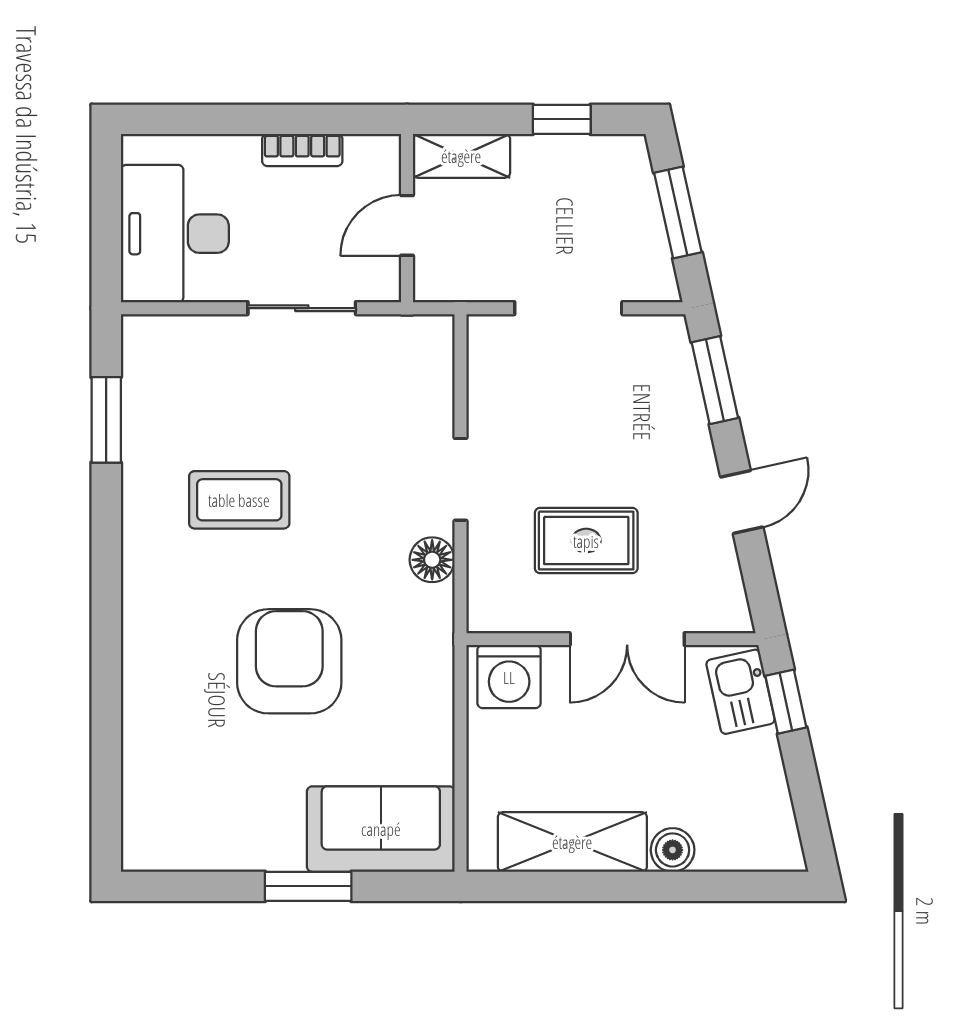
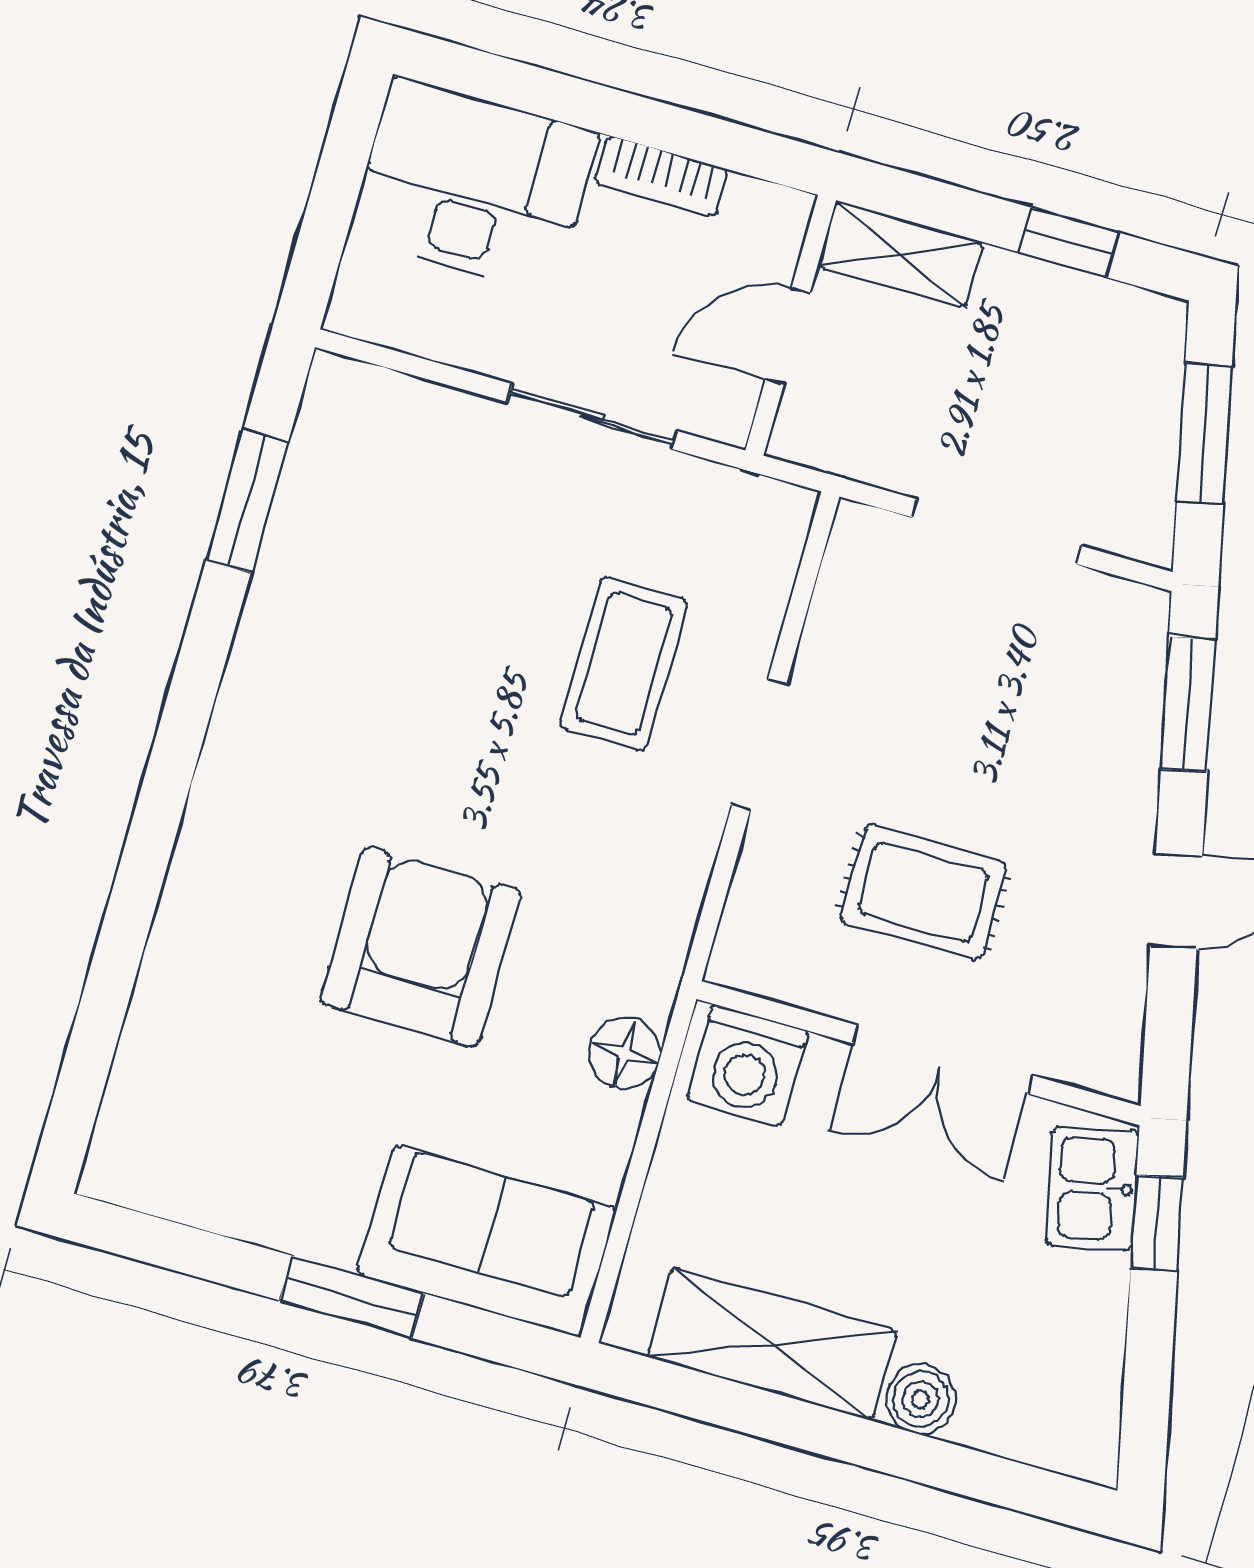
desk: (175, 234) -> (474, 185), moved, turned 90
coffee table: (239, 500) -> (624, 664), moved, turned 90
floor lamp: (432, 560) -> (625, 1053), moved

